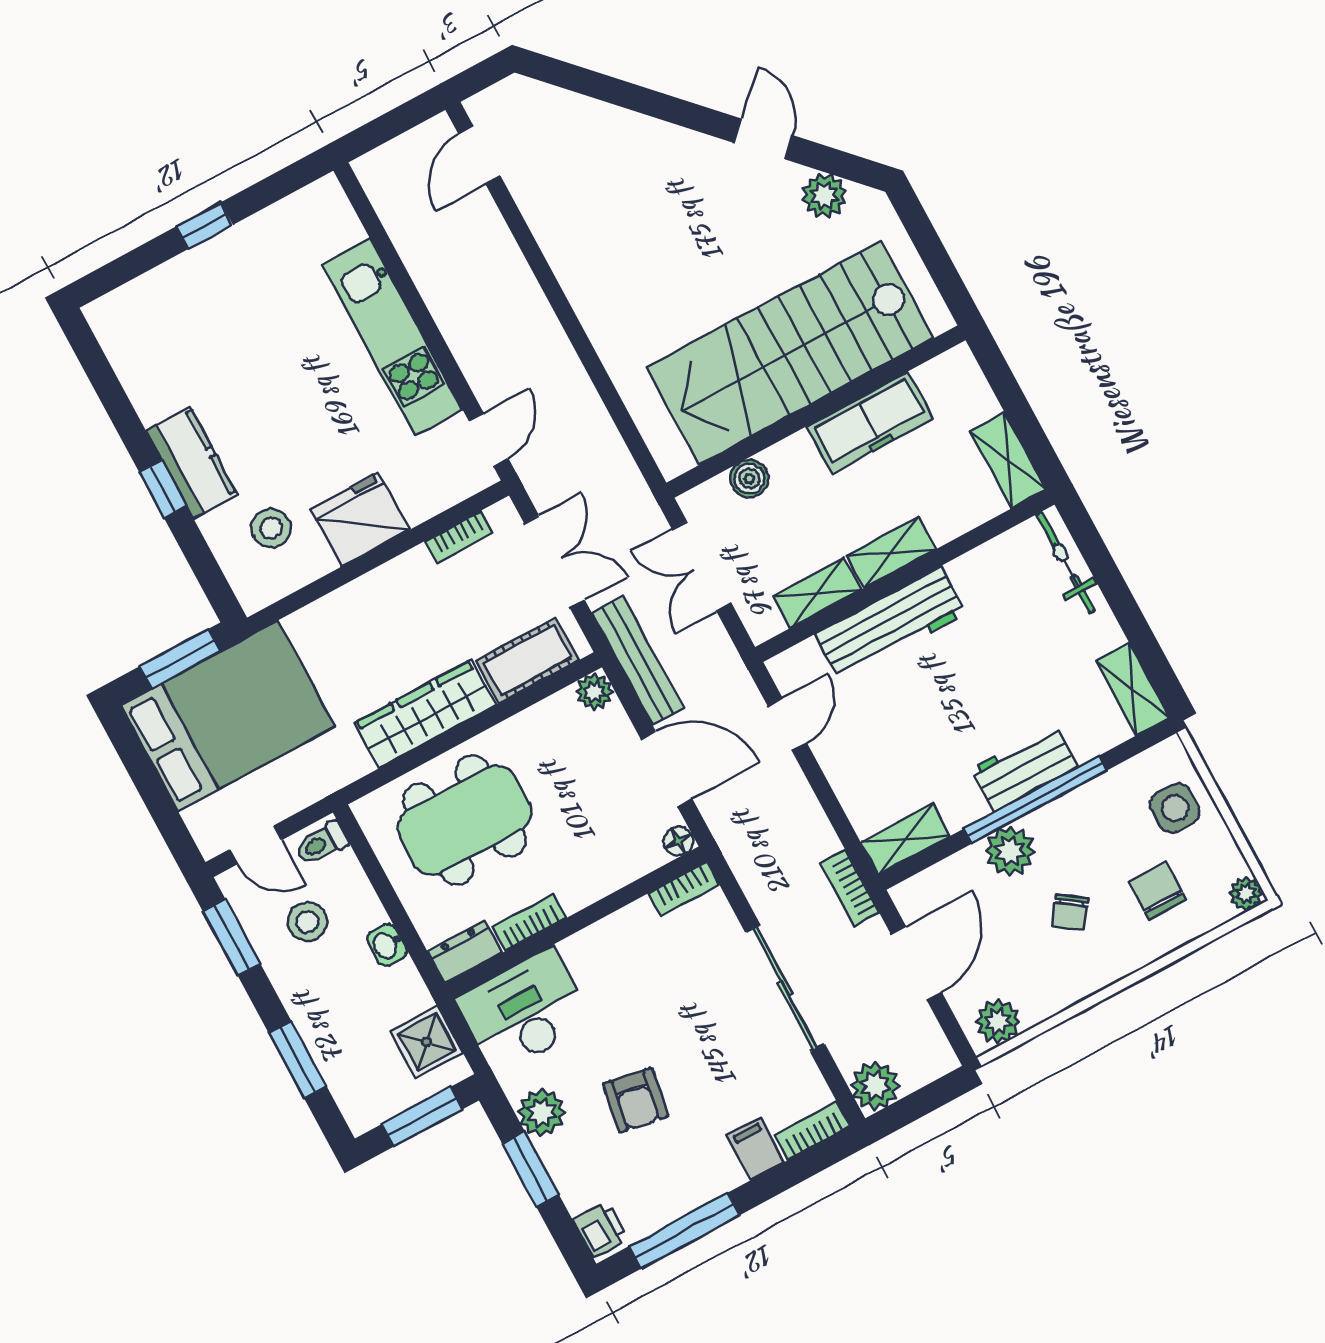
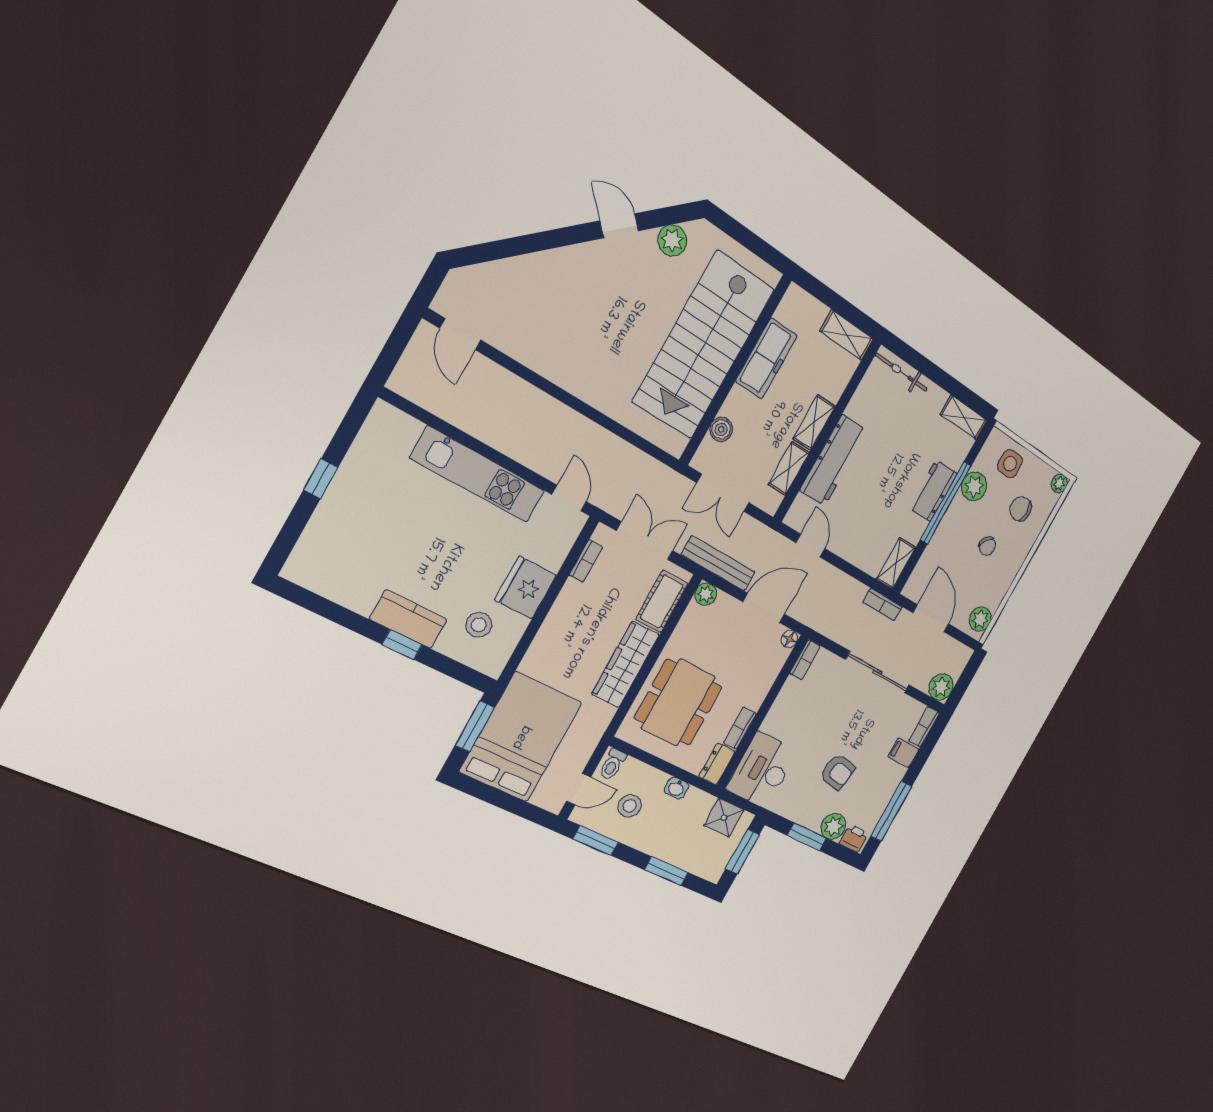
plant: (1010, 851) -> (974, 486), moved
plant: (542, 1113) -> (833, 826), moved

